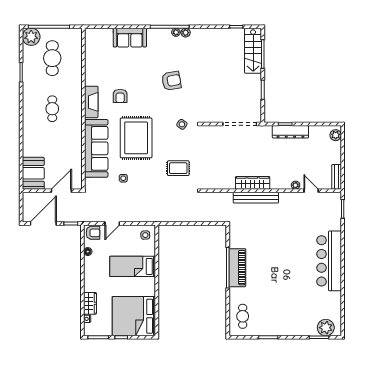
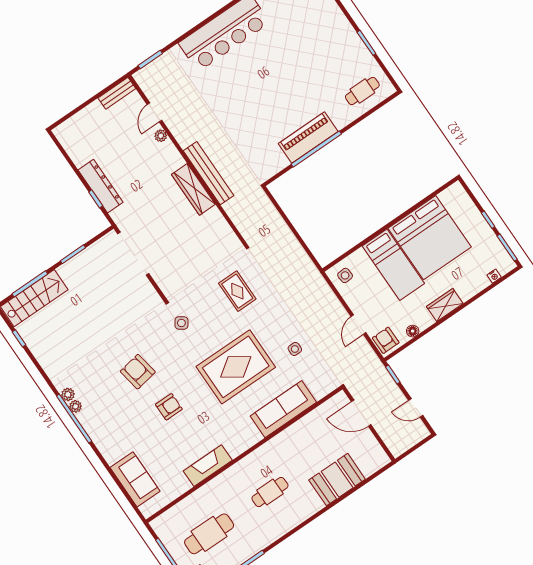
sofa: (130, 38) -> (135, 479), moved
armchair: (120, 96) -> (169, 407), moved
fireplace: (91, 102) -> (208, 466), moved
plant: (336, 135) -> (67, 129), removed
sofa: (96, 148) -> (283, 409), width x0.74, depth x0.79
booth: (33, 173) -> (337, 480), moved
door: (43, 224) -> (416, 408), width x0.53
door: (112, 224) -> (359, 325), swing flipped
wardrobe: (90, 303) -> (445, 305), moved
bed: (134, 316) -> (430, 238), moved

